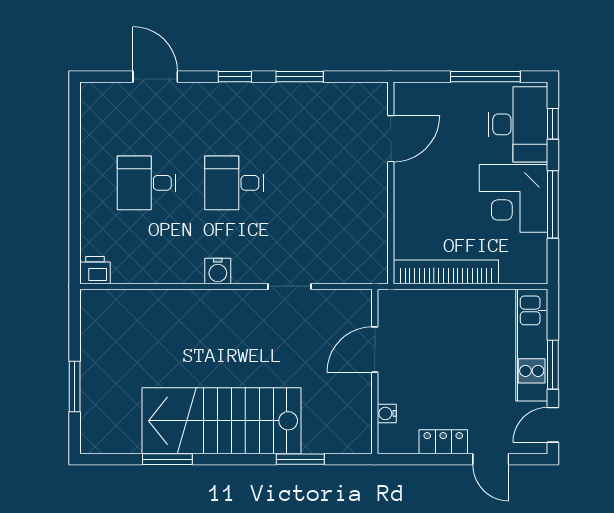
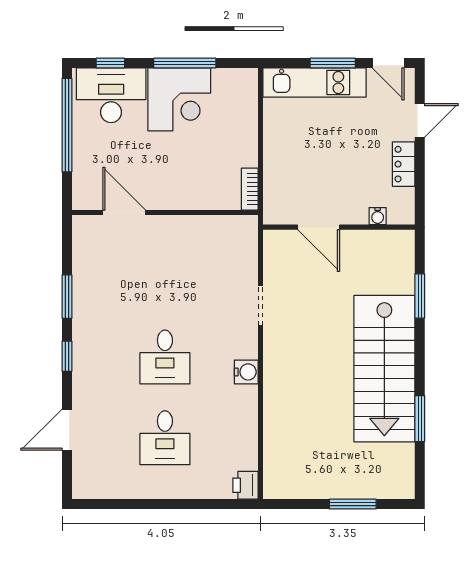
window: (485, 77) -> (67, 125), width x1.46
bookcase: (446, 272) -> (250, 189), width x0.43, depth x0.76

